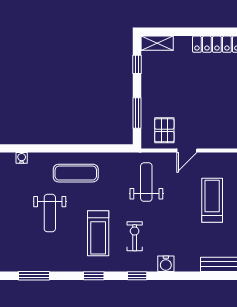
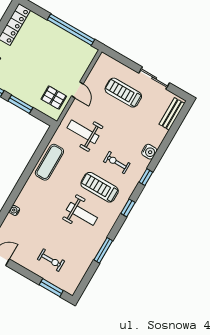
window: (137, 113) -> (20, 104), moved
exercise mat: (76, 173) -> (49, 162), moved
weight bench: (50, 213) -> (82, 214), moved
treadmill: (98, 233) -> (100, 187), turned 180

